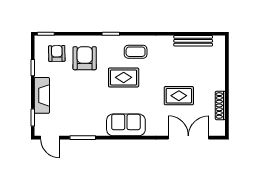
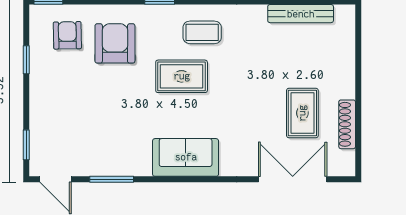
fireplace: (42, 95) -> (42, 107), removed
rug: (179, 96) -> (302, 113), moved, turned 90

